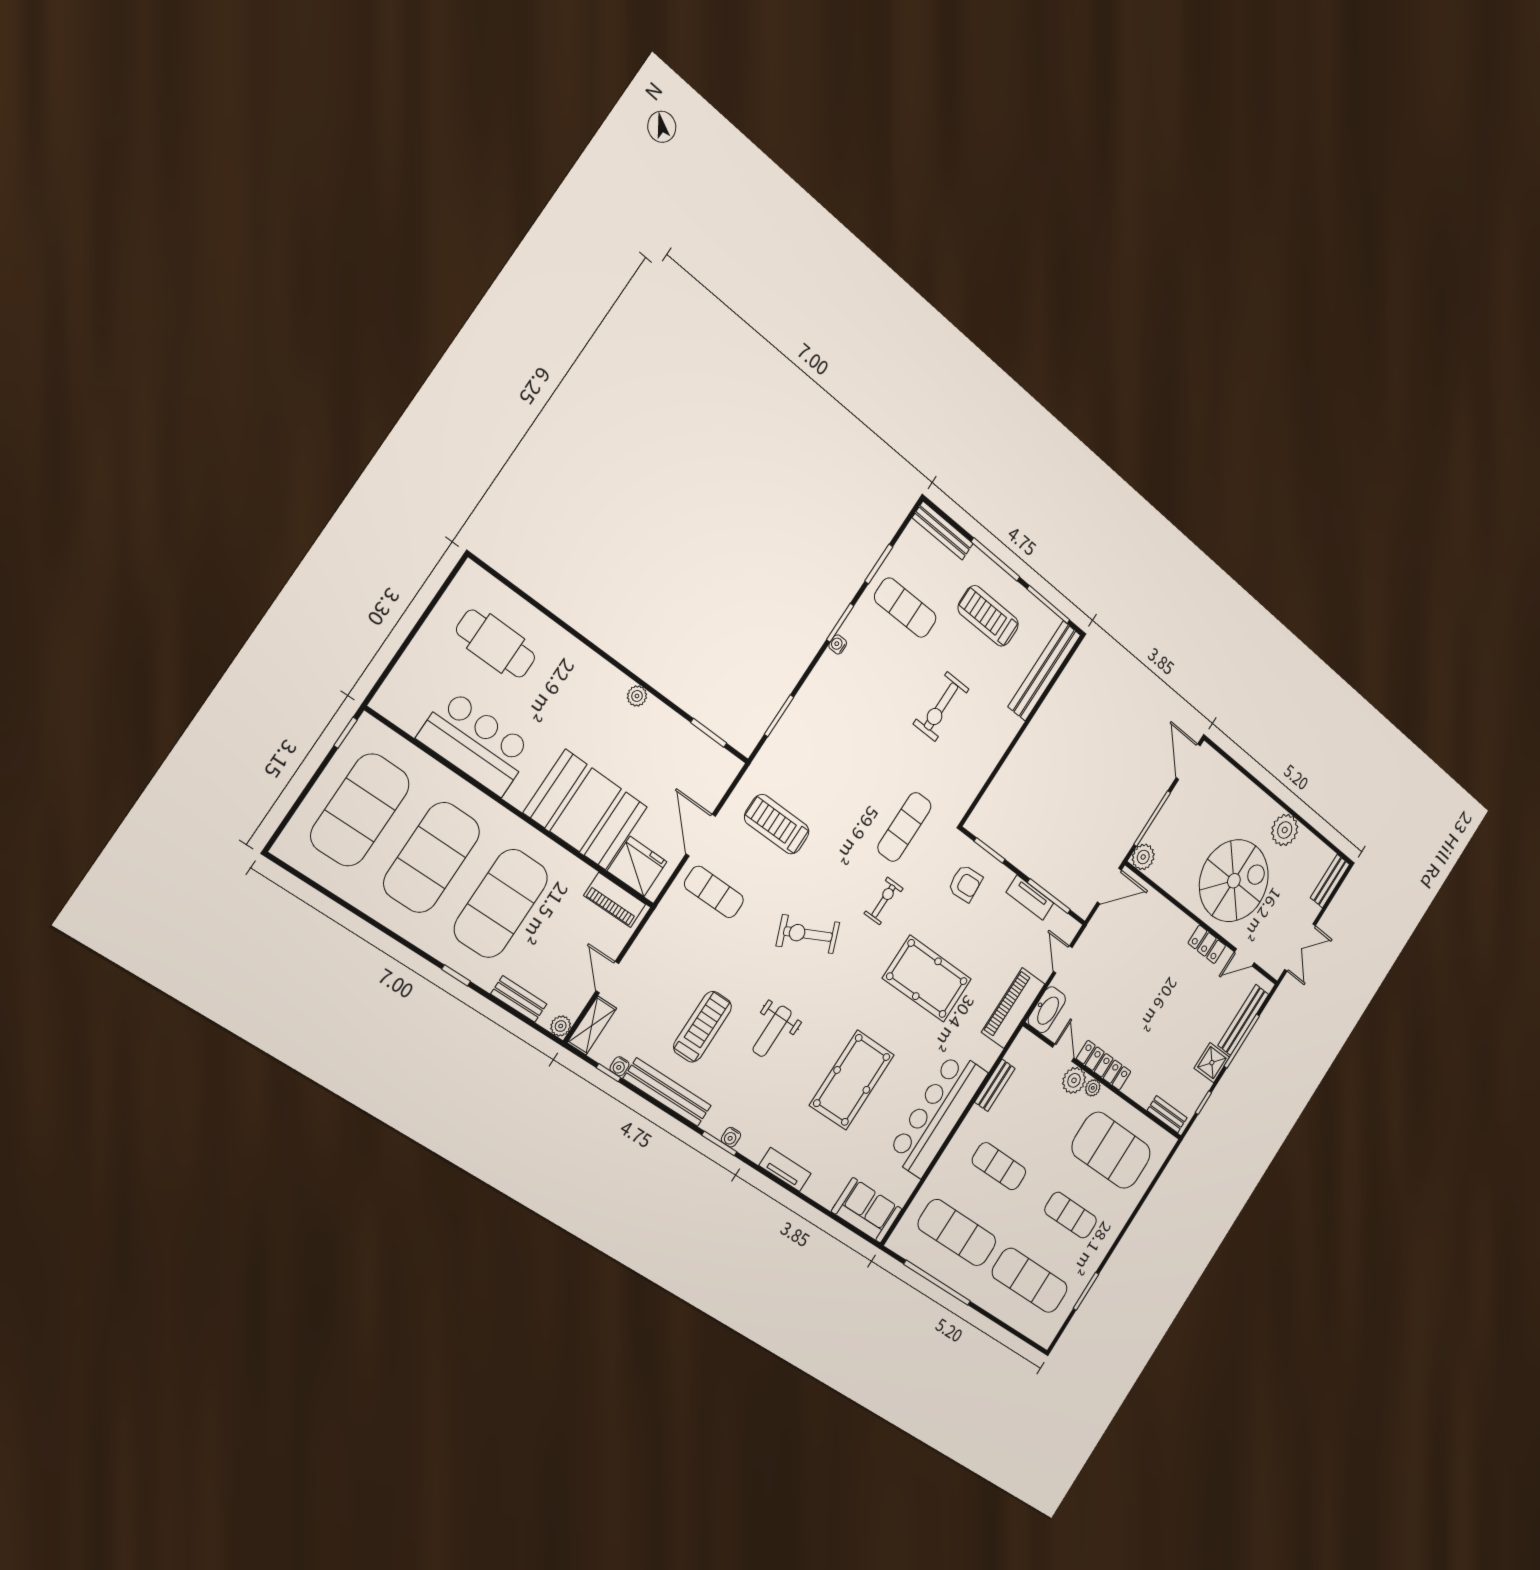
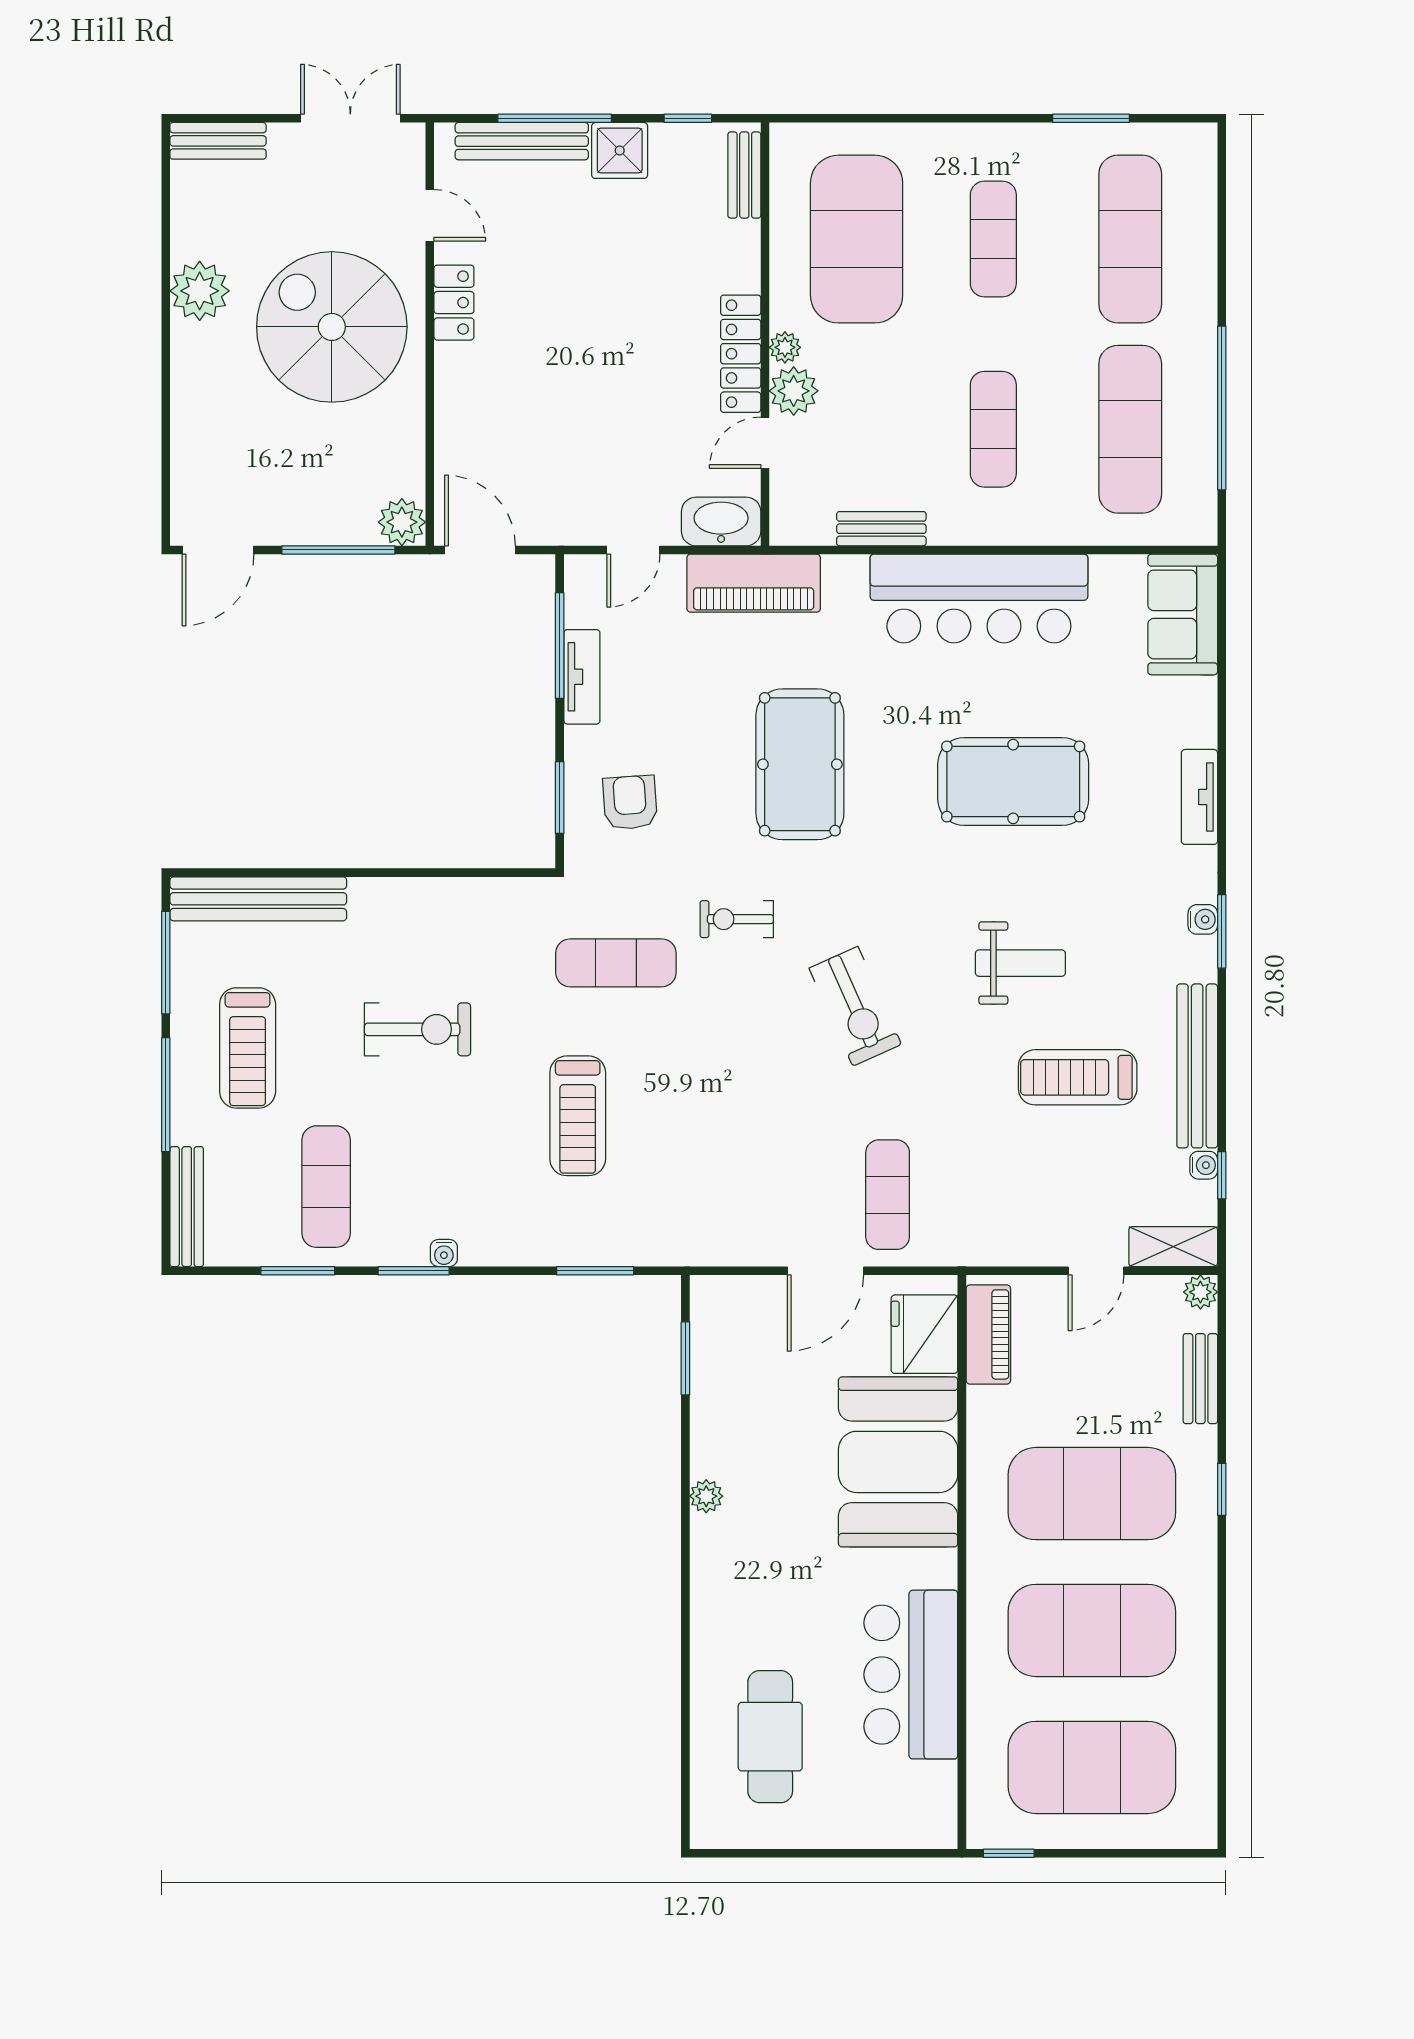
treadmill: (777, 824) -> (578, 1116), moved

